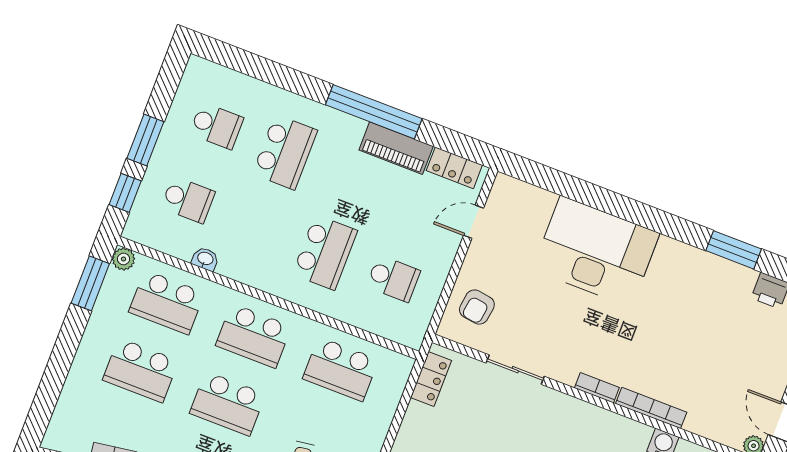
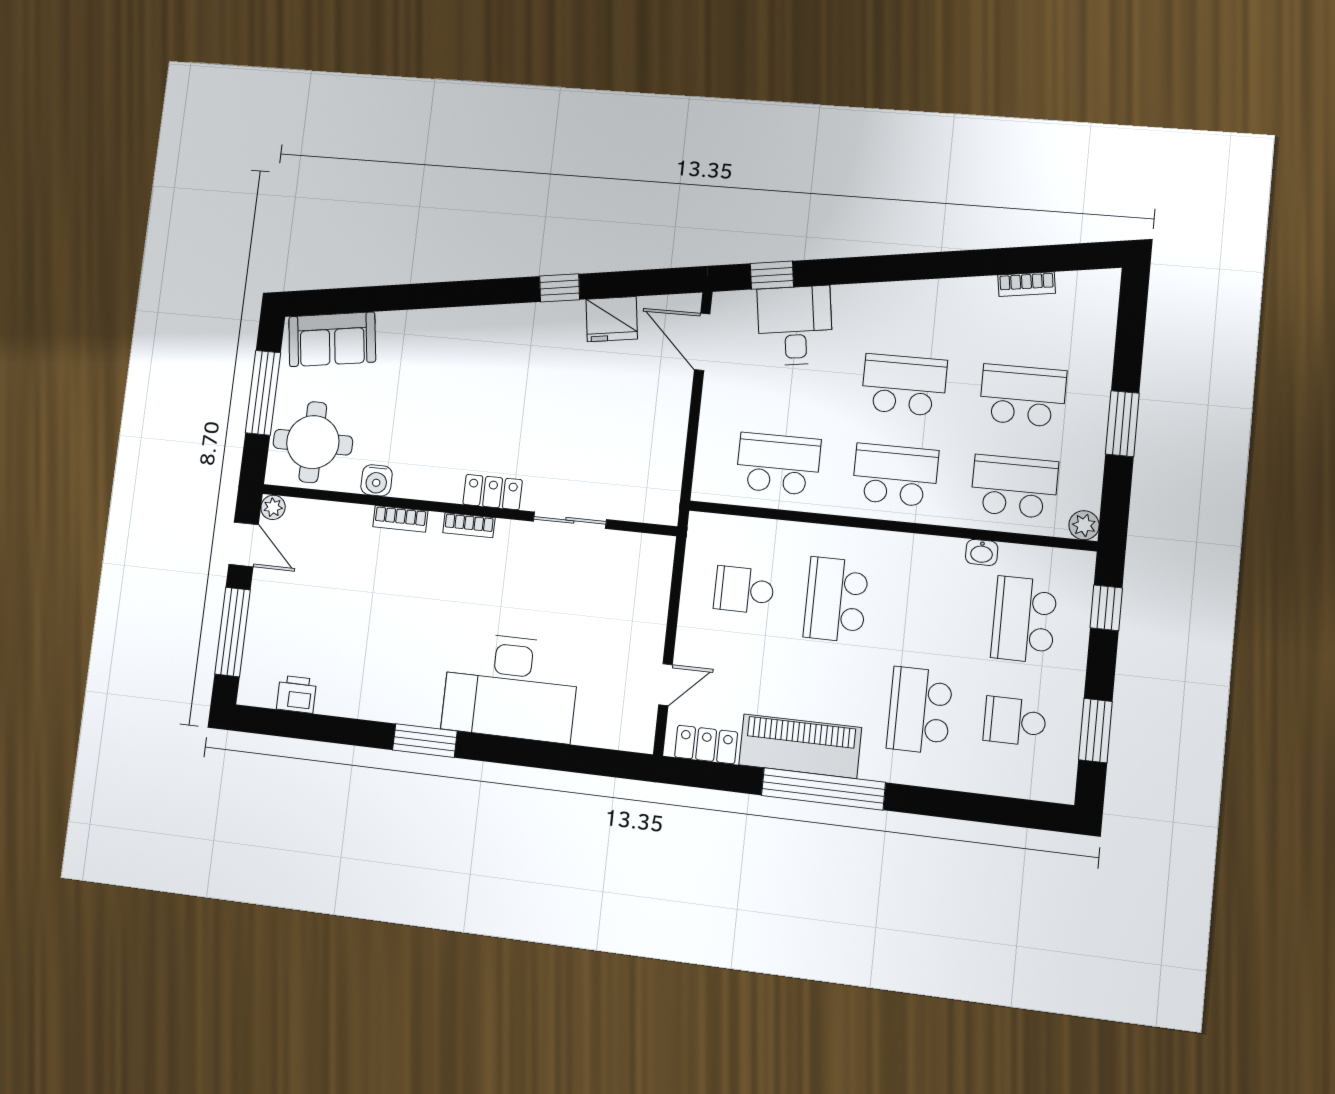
window: (145, 140) -> (1095, 731), moved
piano: (396, 148) -> (800, 746), width x1.37, depth x1.33
school desk: (188, 200) -> (1024, 620), width x1.85
window: (734, 250) -> (425, 741), moved
window: (90, 283) -> (1122, 424), moved
armchair: (477, 307) -> (635, 583), removed
locker: (431, 379) -> (493, 492), moved, turned 90
bookcase: (651, 408) -> (400, 519), width x0.64

